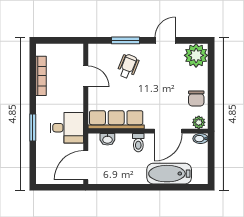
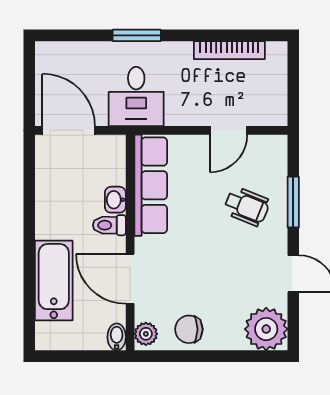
washbasin: (107, 139) -> (115, 200), moved

